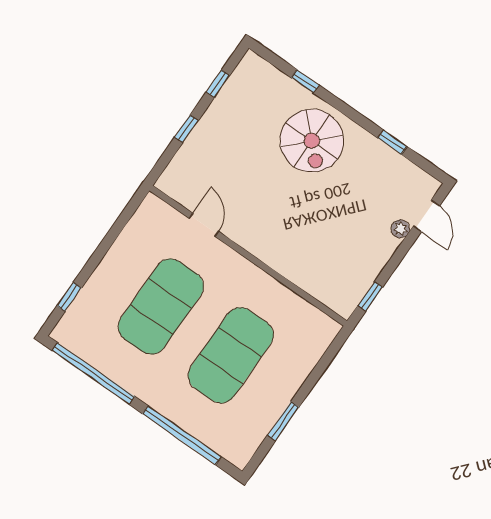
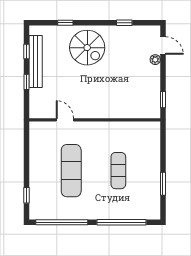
bench: (221, 108) -> (36, 61), added
exercise mat: (161, 307) -> (71, 171), width x0.68
exercise mat: (231, 355) -> (118, 171), width x0.50, depth x0.69

